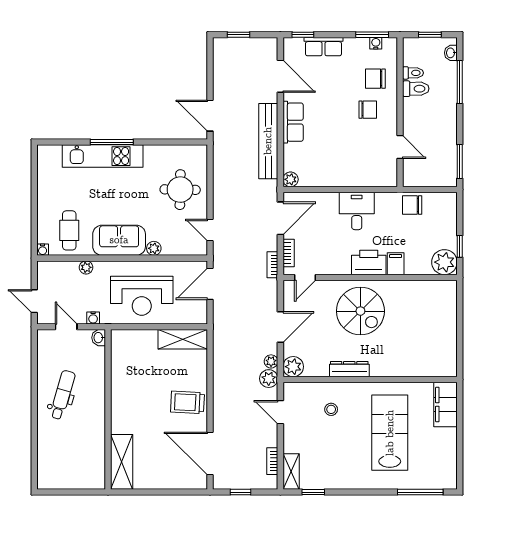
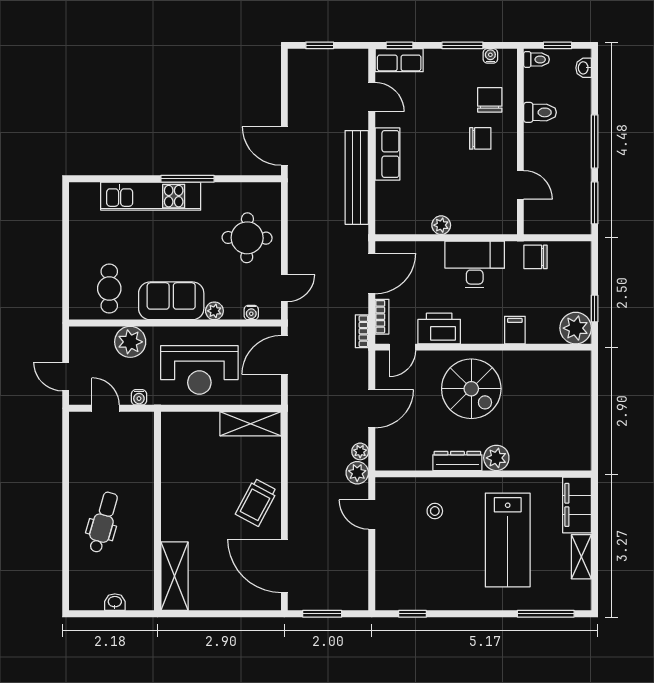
window: (372, 35) -> (462, 45), moved
row of seats: (323, 47) -> (399, 60), moved
toilet: (413, 73) -> (537, 59), moved
door: (280, 76) -> (372, 97), width x0.73
chair: (375, 79) -> (490, 100), turned 90
window: (460, 82) -> (595, 141), moved
window: (112, 142) -> (188, 179), moved
plant: (291, 179) -> (441, 225), moved
desk: (357, 211) -> (475, 264), width x1.37
door: (210, 230) -> (284, 288), swing flipped
water cooler: (43, 250) -> (251, 313), moved
printer: (369, 263) -> (439, 328), moved
plant: (86, 267) -> (130, 342), width x1.88, depth x1.88
washbasin: (99, 338) -> (115, 602), moved, turned 90
plant: (293, 367) -> (496, 458), moved
dental chair: (63, 395) -> (103, 522), moved
trolley: (188, 402) -> (256, 502), turned -65
lab bench: (390, 433) -> (508, 540), turned 180
bookcase: (272, 461) -> (362, 575), removed
shelving: (291, 472) -> (581, 557), moved
window: (240, 492) -> (322, 614), width x1.50

